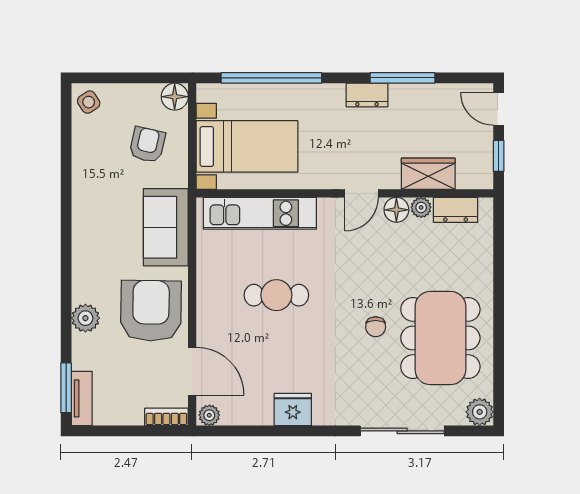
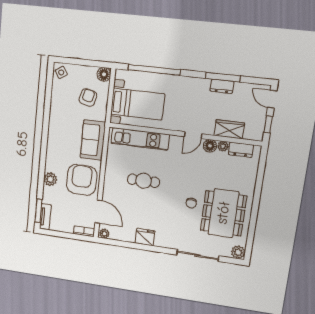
dresser: (367, 95) -> (222, 86), moved

